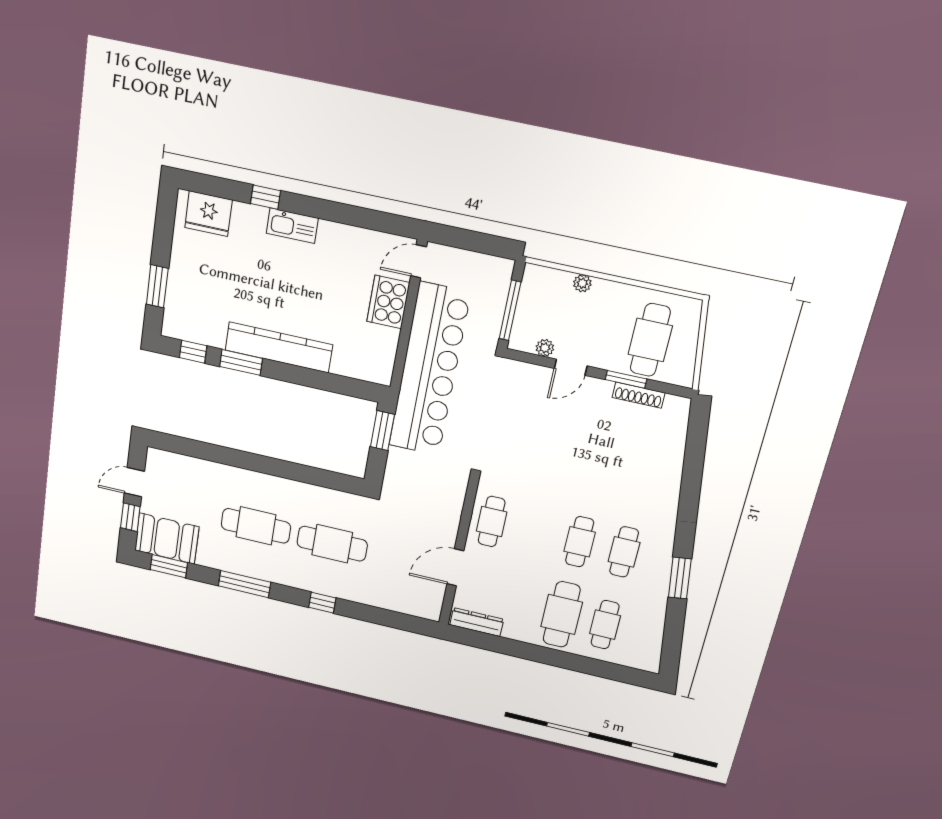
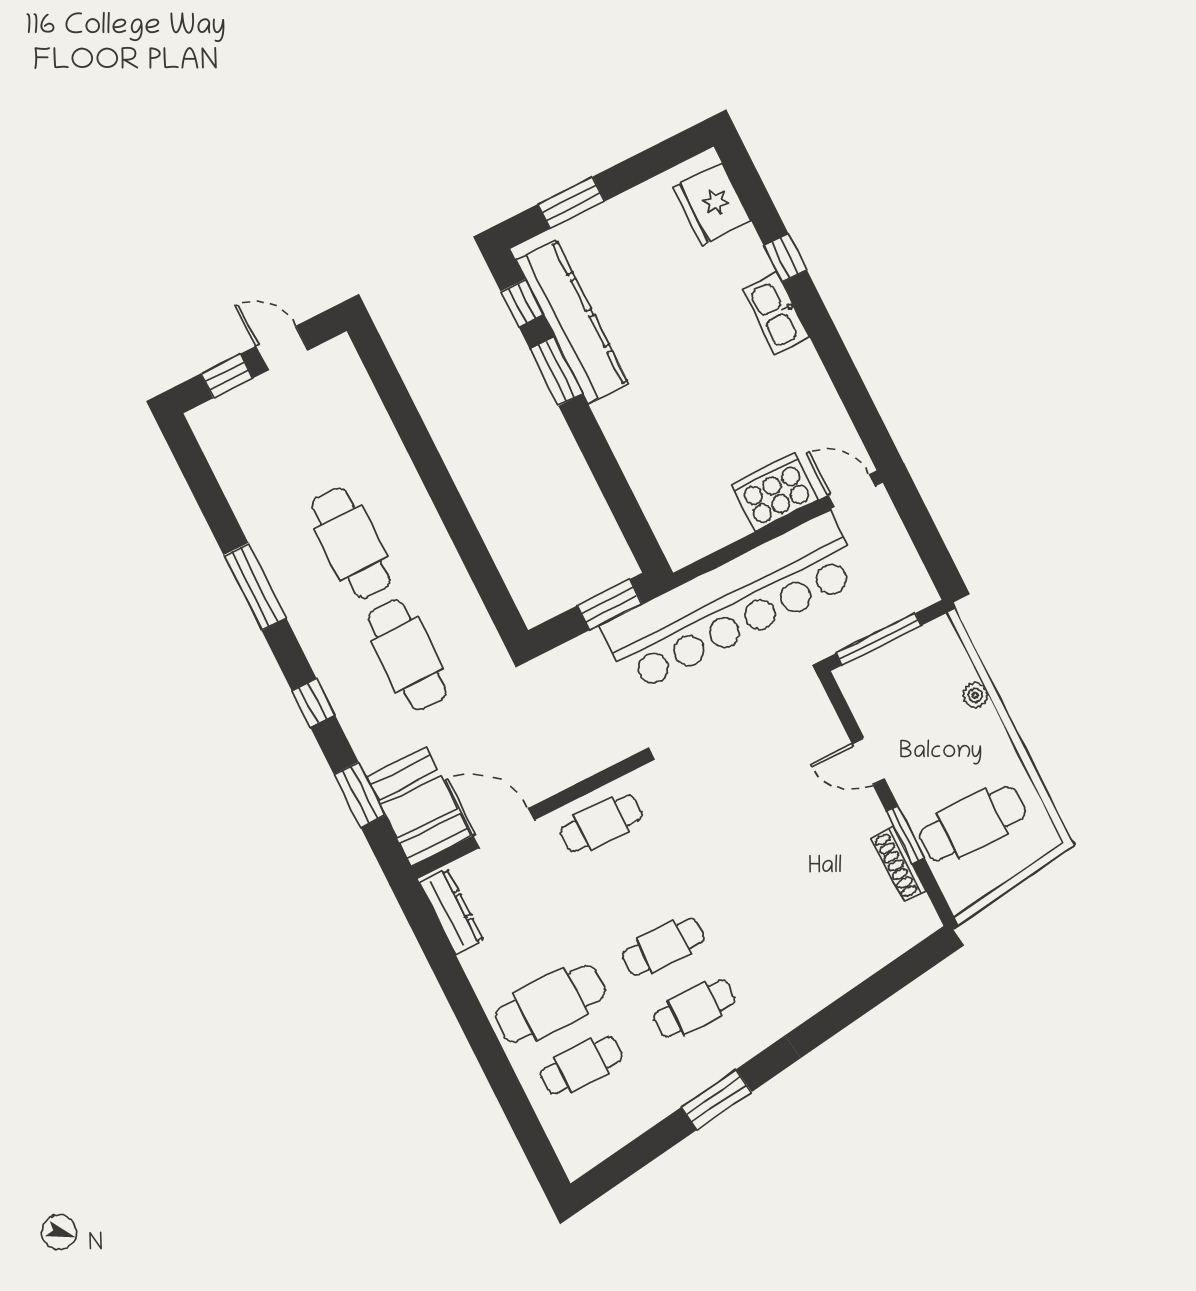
kitchen counter: (279, 347) -> (572, 322), moved
plant: (545, 348) -> (867, 714), removed
booth: (167, 539) -> (419, 807), moved
window: (169, 566) -> (360, 795), moved

